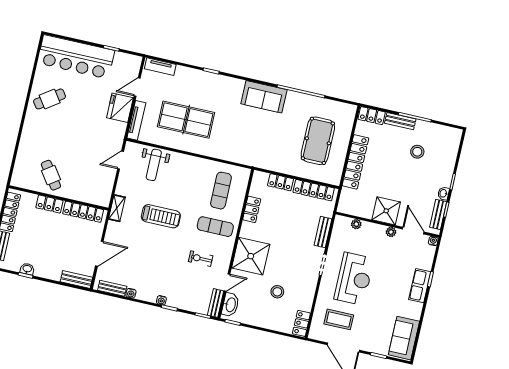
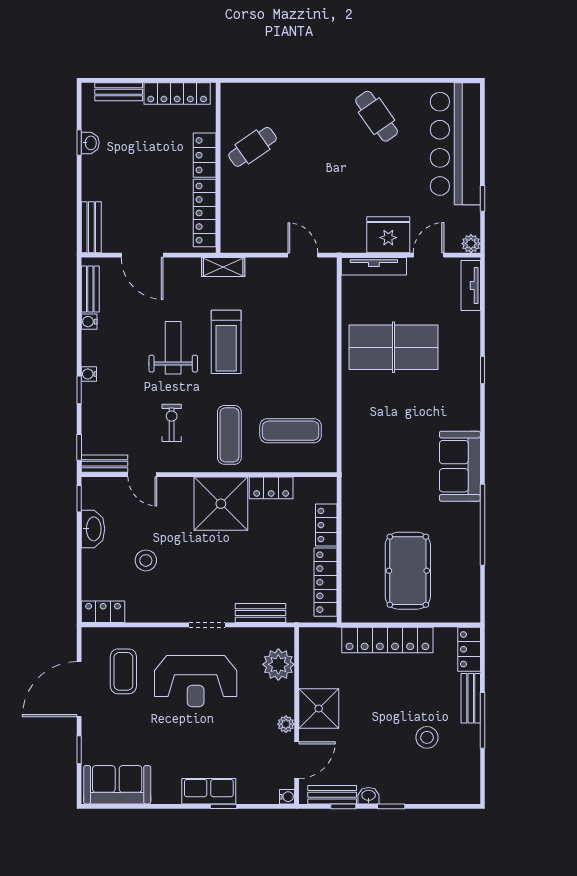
plant: (136, 61) -> (471, 244), added
door: (137, 87) -> (429, 255), hinge flipped
table tennis table: (186, 120) -> (394, 347), turned 90
pool table: (318, 141) -> (408, 571), turned 90
weight bench: (154, 165) -> (173, 348), moved, turned 90
plant: (356, 224) -> (278, 664), width x1.87, depth x1.87
shower: (251, 256) -> (221, 504), moved
washbasin: (230, 305) -> (93, 529), moved, turned -90

